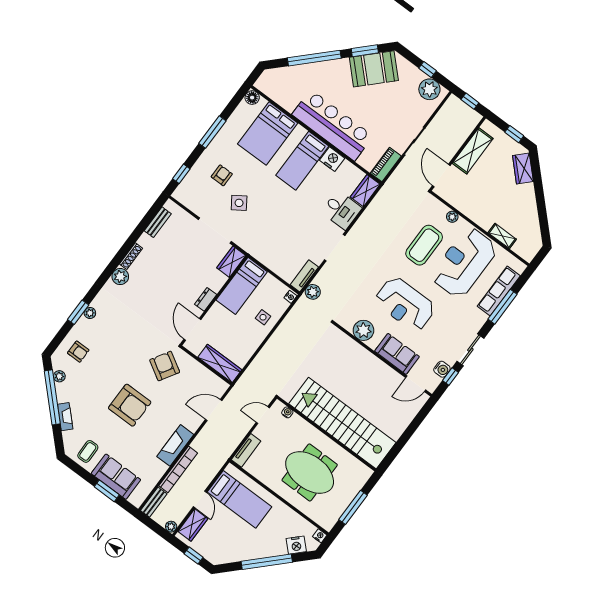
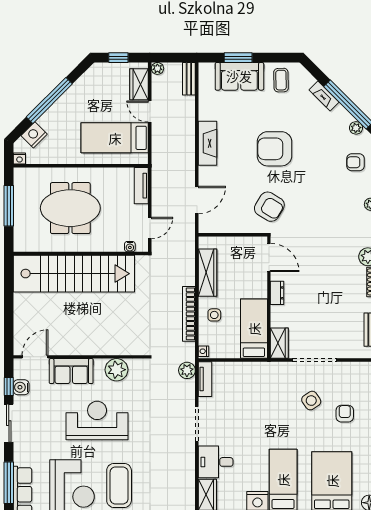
armchair: (222, 175) -> (345, 414), turned 180
wardrobe: (220, 363) -> (208, 273), moved, turned -90
bookcase: (178, 469) -> (189, 314), moved

